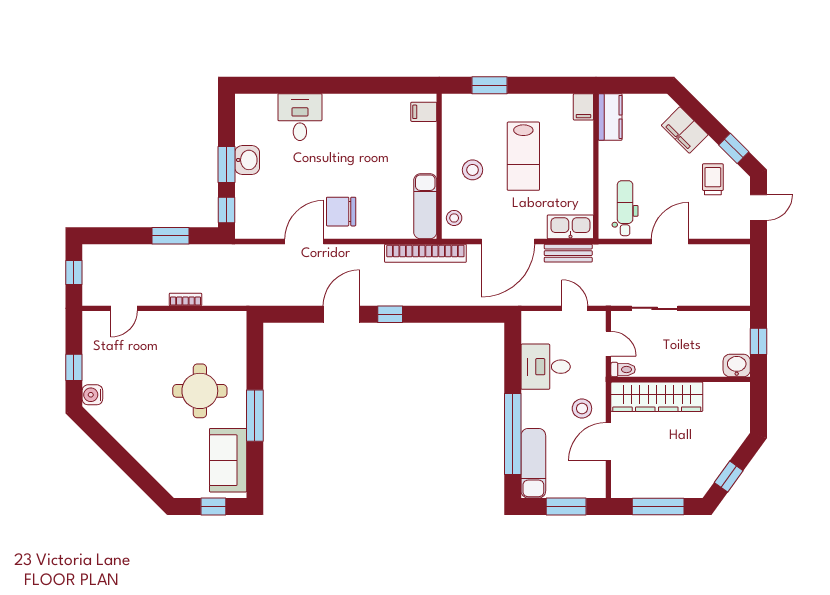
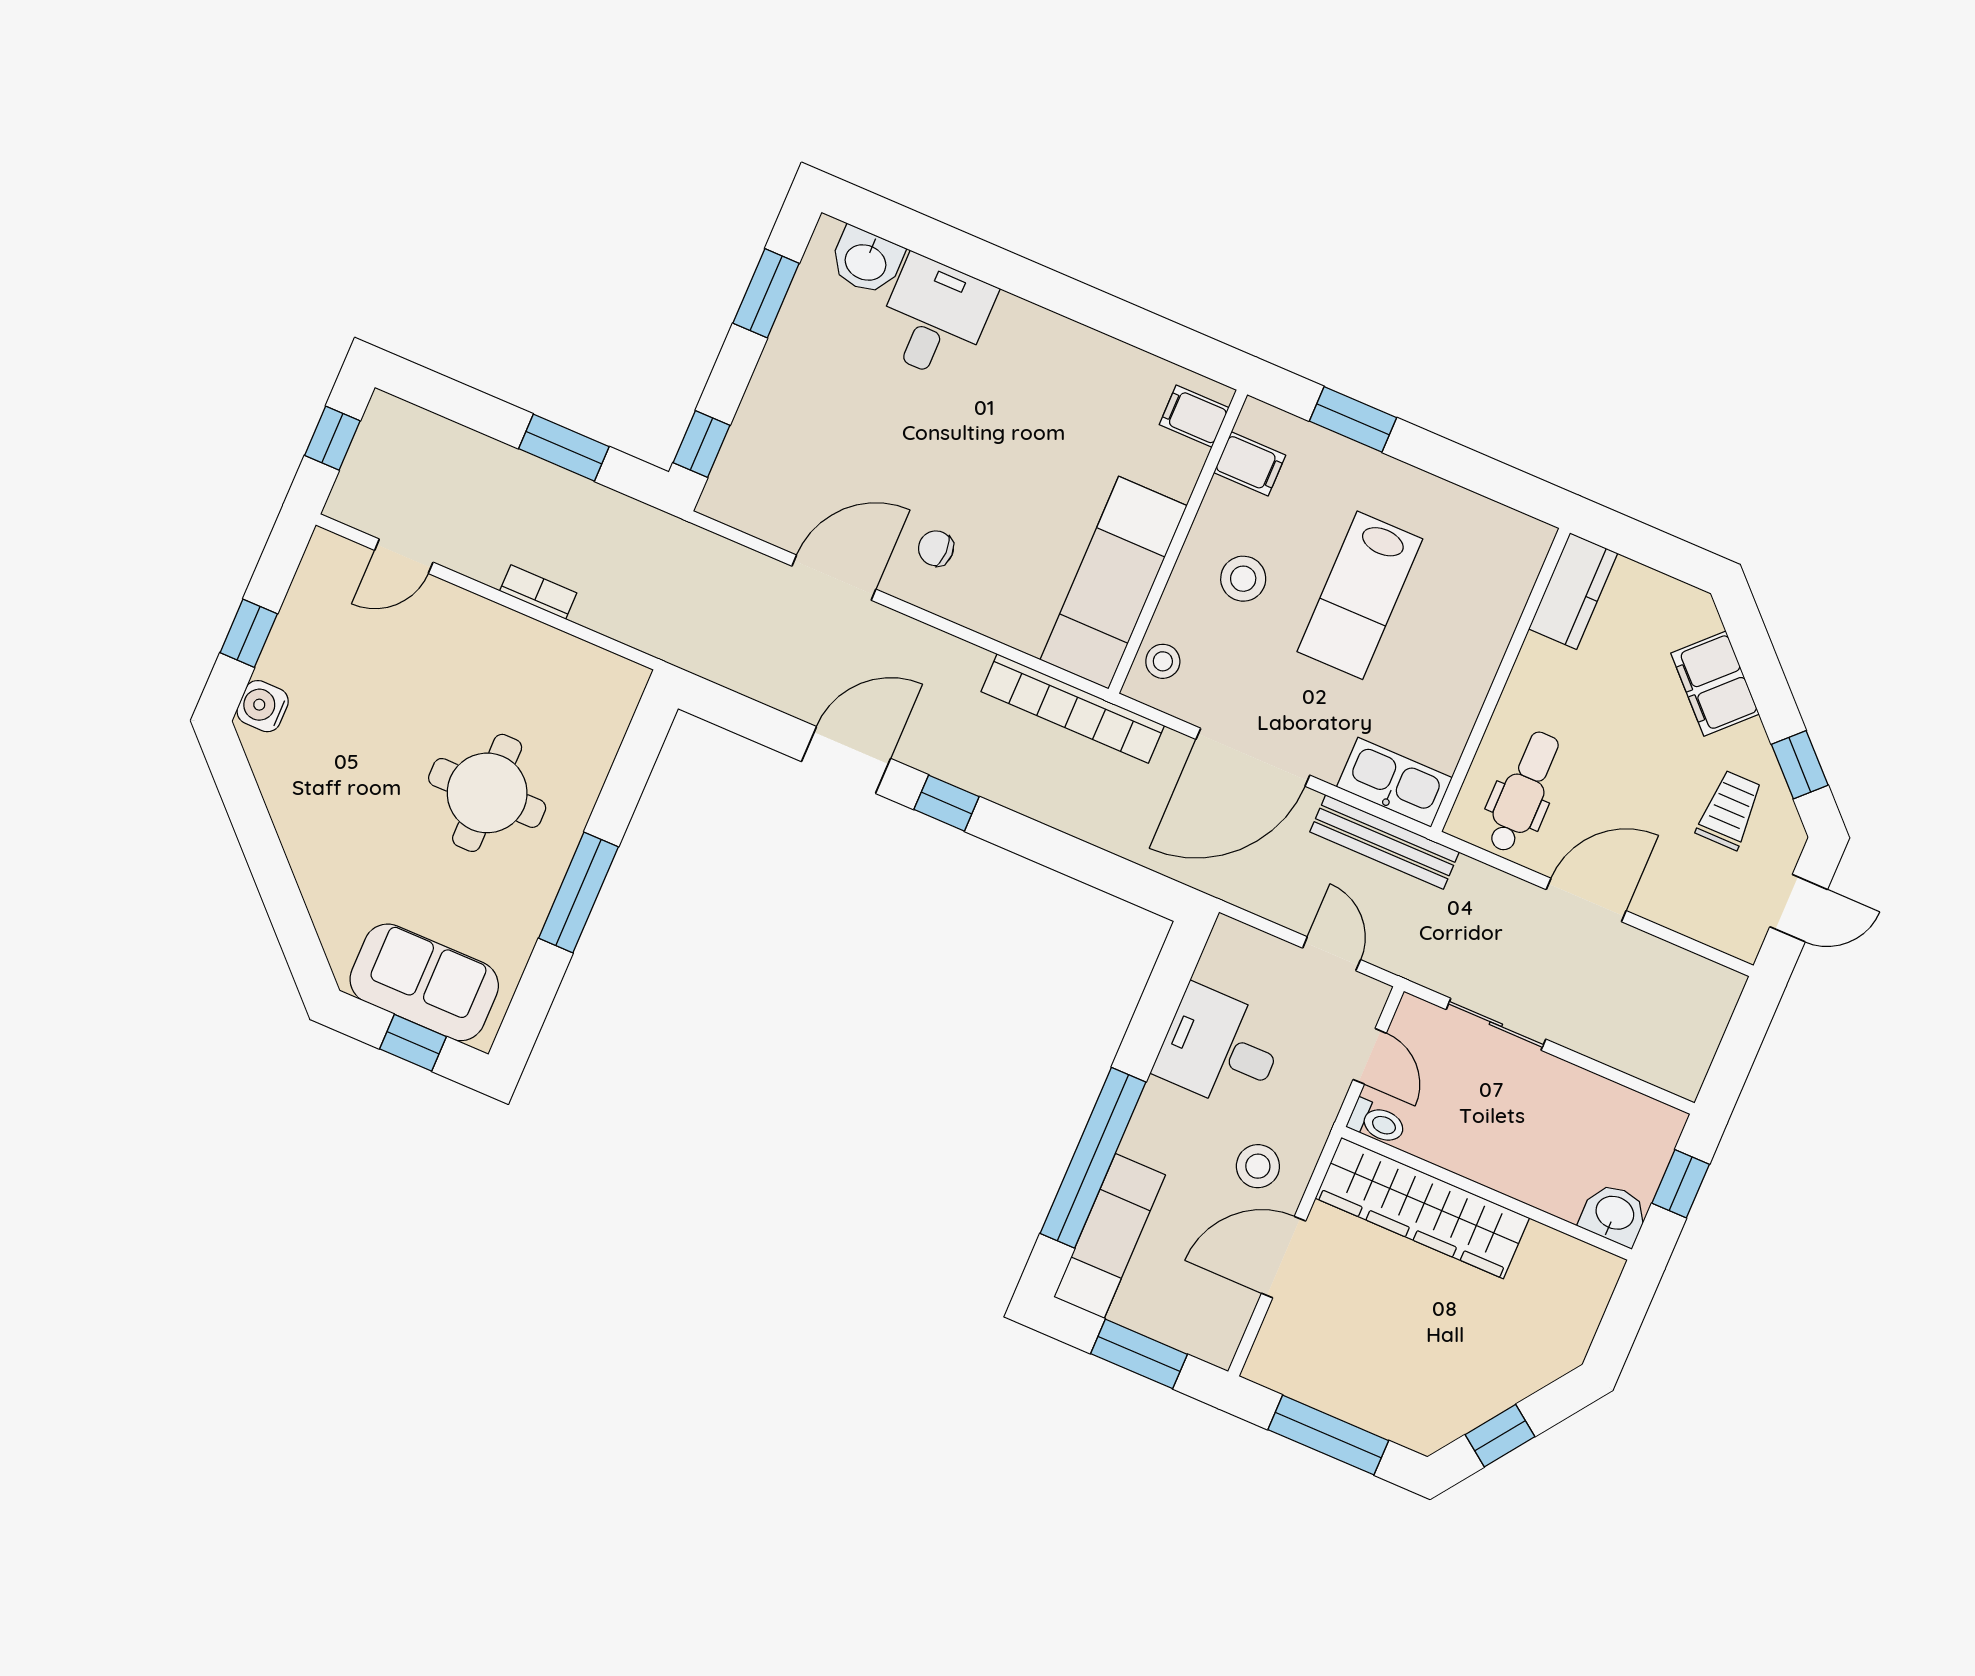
filing cabinet: (583, 107) -> (1250, 464), moved, turned -90
washbasin: (247, 160) -> (866, 261), moved, turned 90
window: (226, 164) -> (766, 293), moved
exam couch: (425, 206) -> (1114, 583), width x1.36, depth x1.45
chair: (341, 212) -> (936, 548), width x0.54, depth x0.54
bench: (568, 253) -> (1385, 842), width x1.36
sofa: (228, 460) -> (424, 982), moved, turned 90

